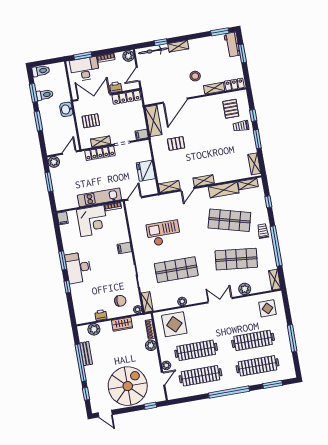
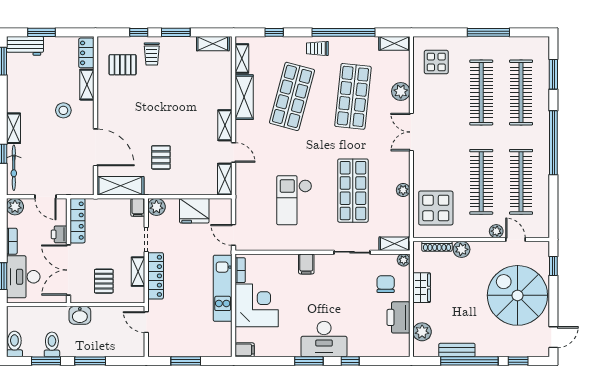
plant: (54, 162) -> (156, 207), moved
printer: (101, 315) -> (398, 317), width x1.87, depth x1.48

